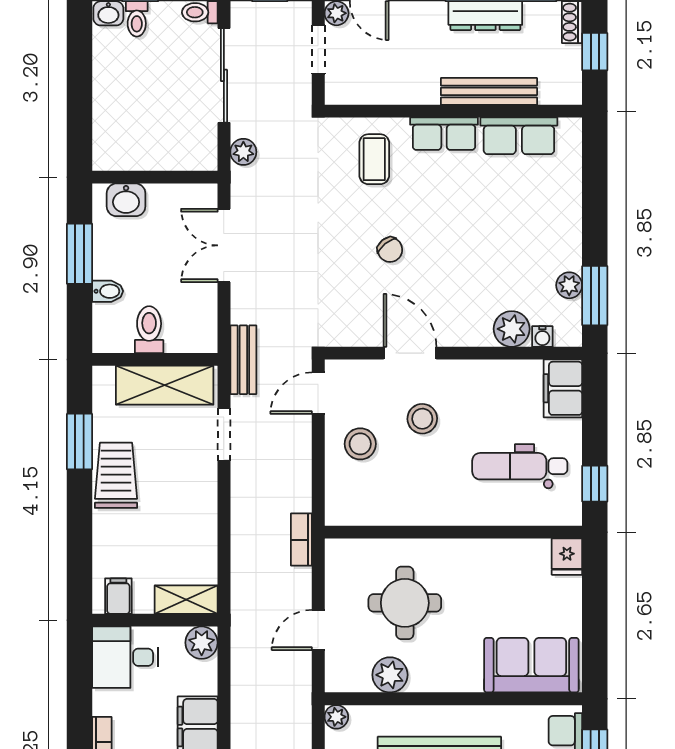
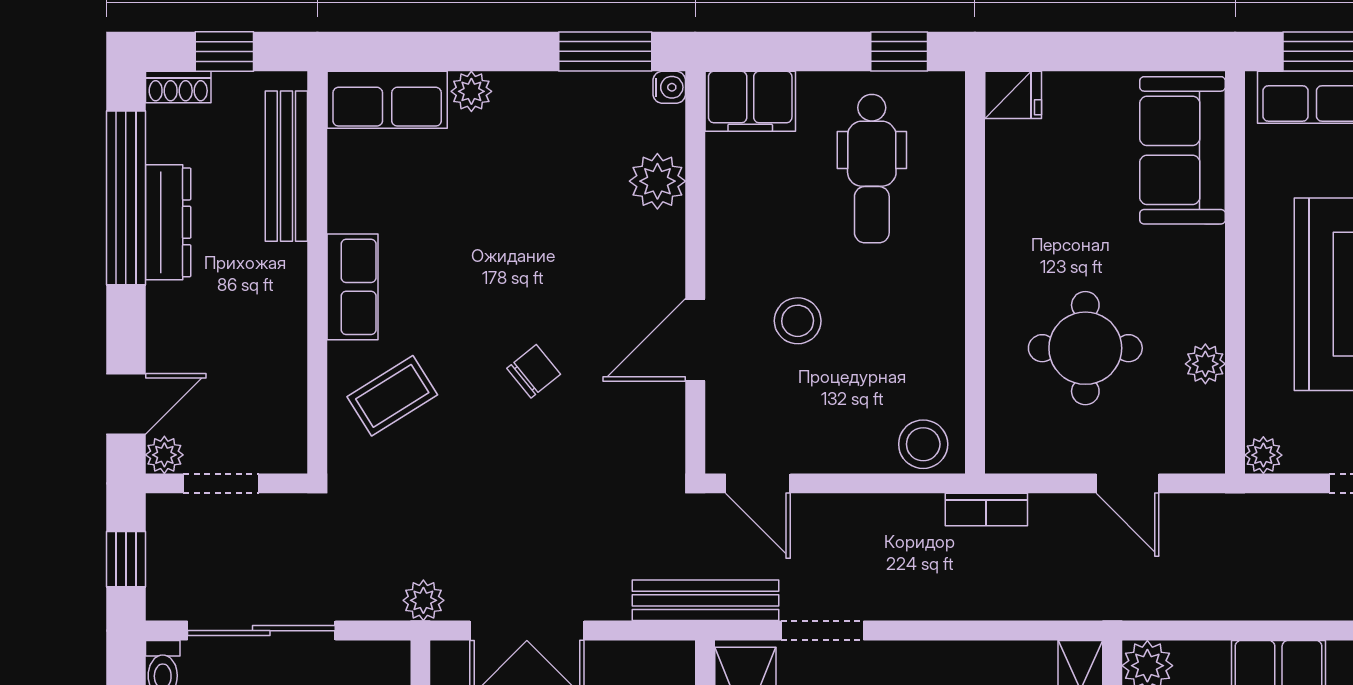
bench: (489, 91) -> (286, 166), moved
row of seats: (519, 136) -> (387, 100), moved, turned 90
plant: (243, 152) -> (423, 600), moved
coffee table: (374, 159) -> (392, 396), turned -32
plant: (569, 285) -> (471, 91), moved
water cooler: (542, 337) -> (669, 87), moved
bench: (243, 360) -> (706, 600), width x1.36
stool: (360, 444) -> (923, 444), moved
plant: (390, 675) -> (1205, 364), width x0.73, depth x0.73

